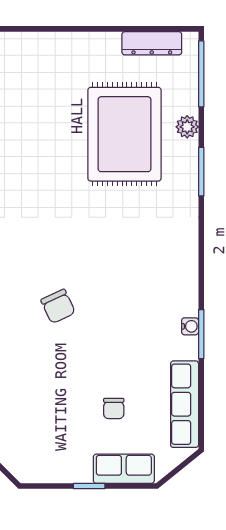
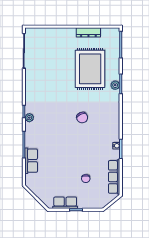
dresser: (152, 43) -> (88, 32), moved
plant: (187, 127) -> (115, 85), moved
chair: (58, 306) -> (82, 118), moved
row of seats: (124, 469) -> (65, 203), moved

